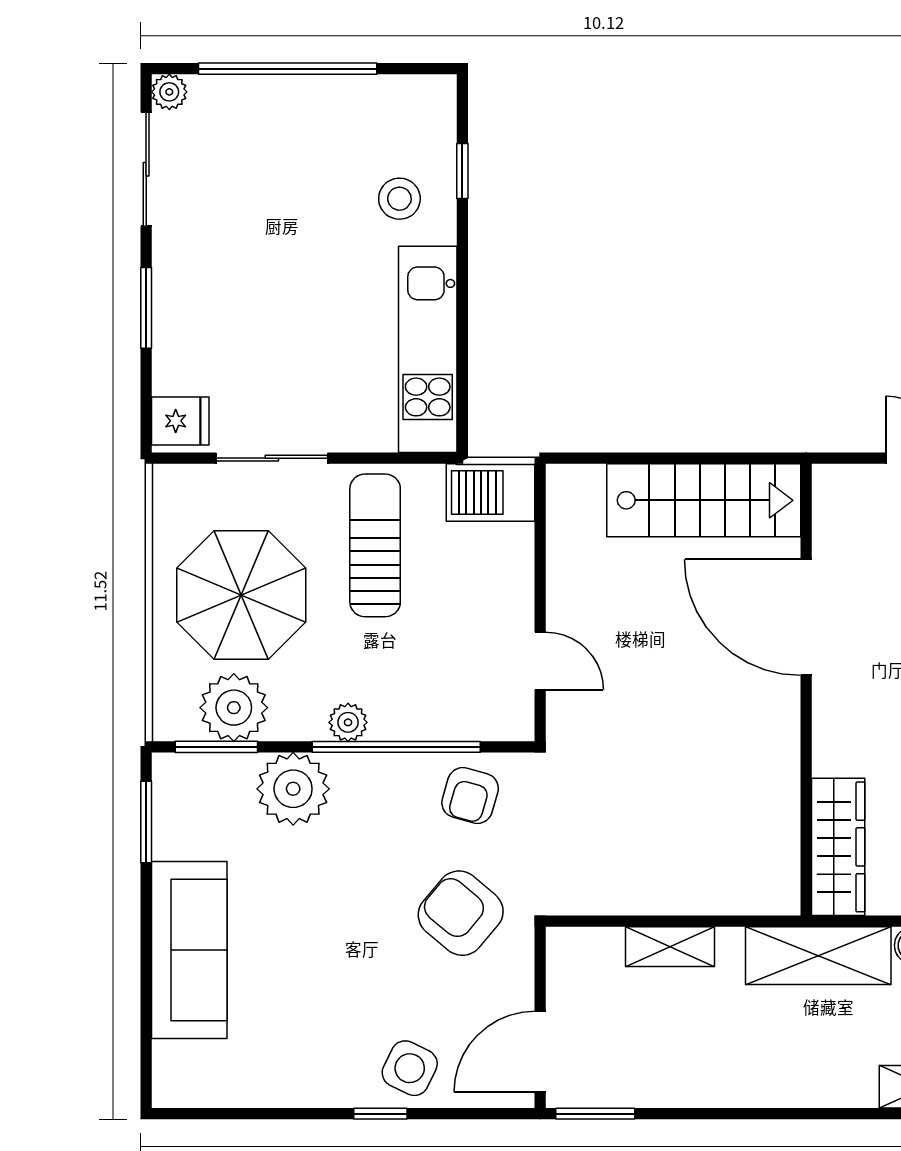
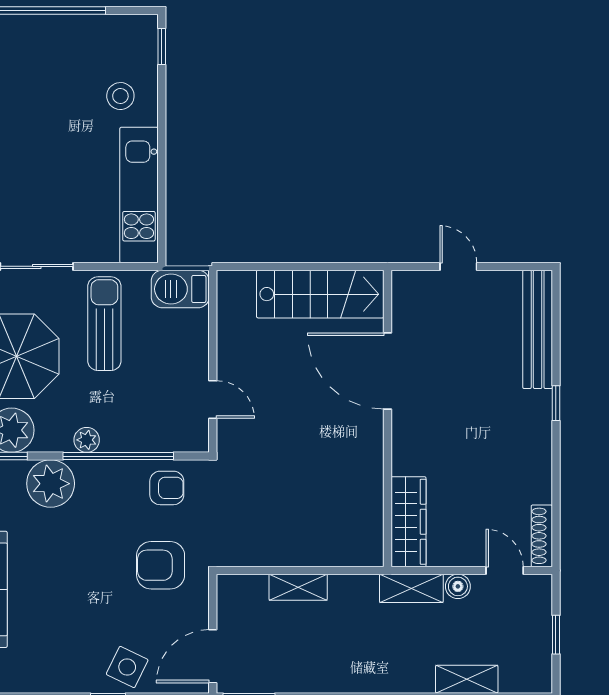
window: (462, 171) -> (162, 47), moved
armchair: (470, 796) -> (167, 488), turned -106
armchair: (461, 913) -> (161, 565), turned -40
shelving: (818, 956) -> (411, 588), width x0.67, depth x0.75

